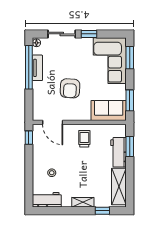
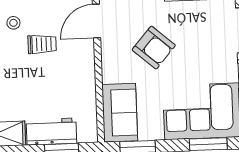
armchair: (70, 88) -> (154, 48), turned -142
trolley: (84, 139) -> (42, 44), moved

